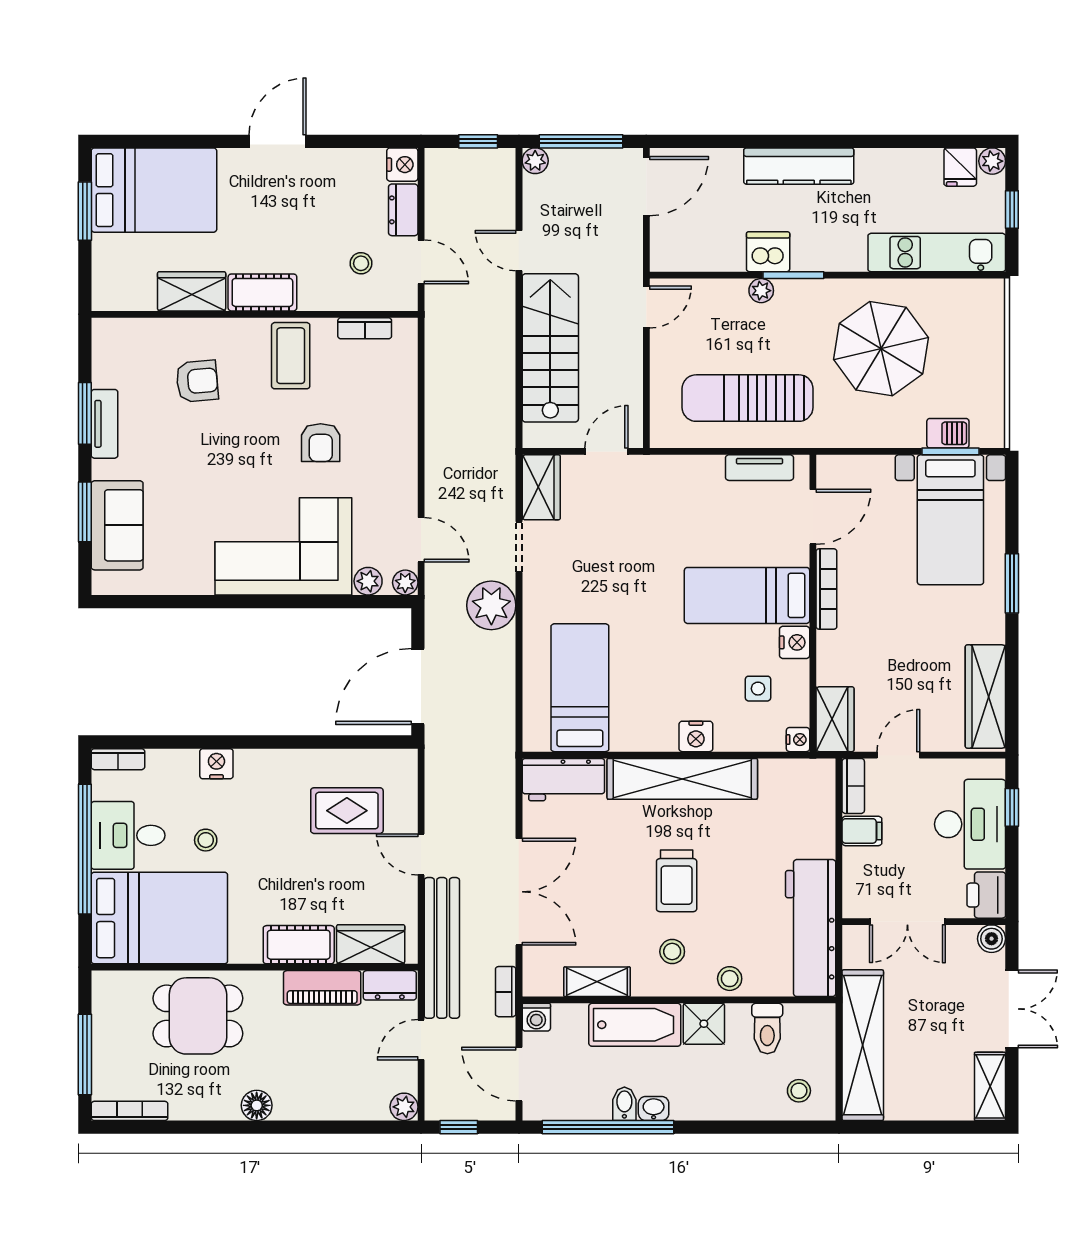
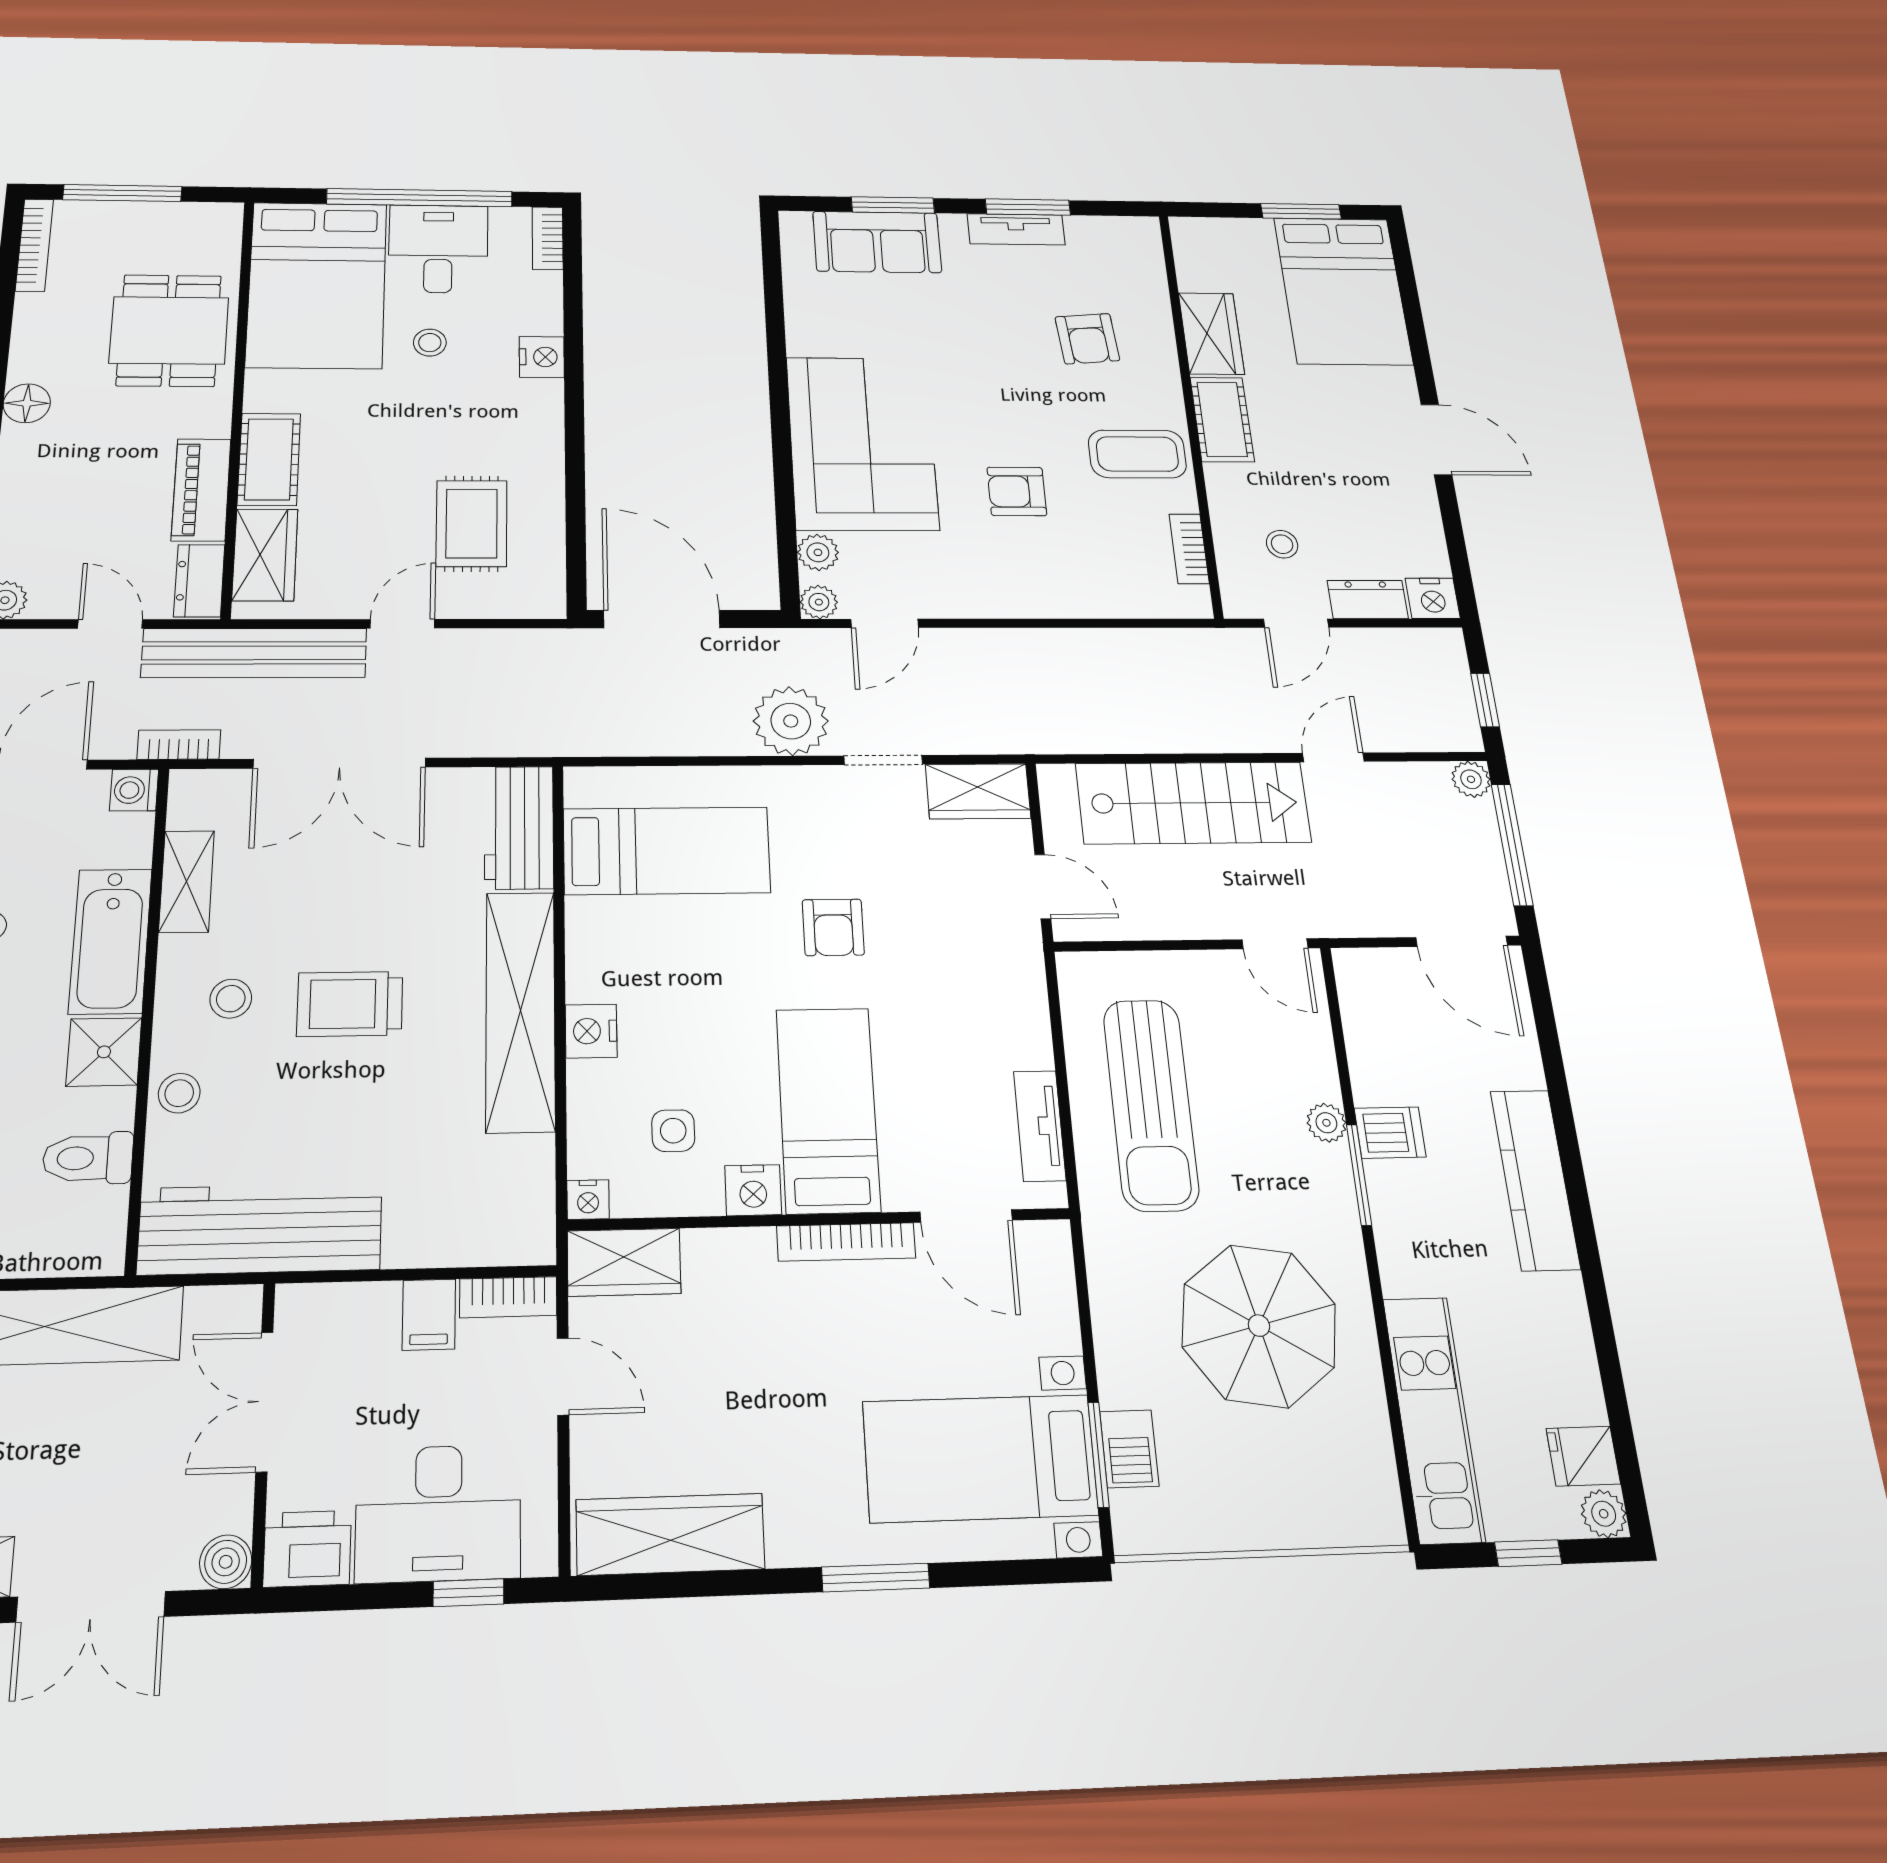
dishwasher: (768, 252) -> (1390, 1133), width x0.73
sun lounger: (748, 398) -> (1151, 1104), turned 180
armchair: (632, 586) -> (833, 927), added

